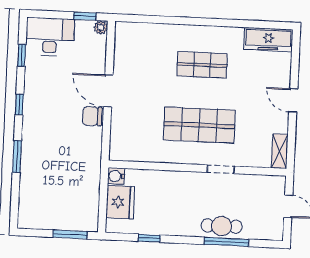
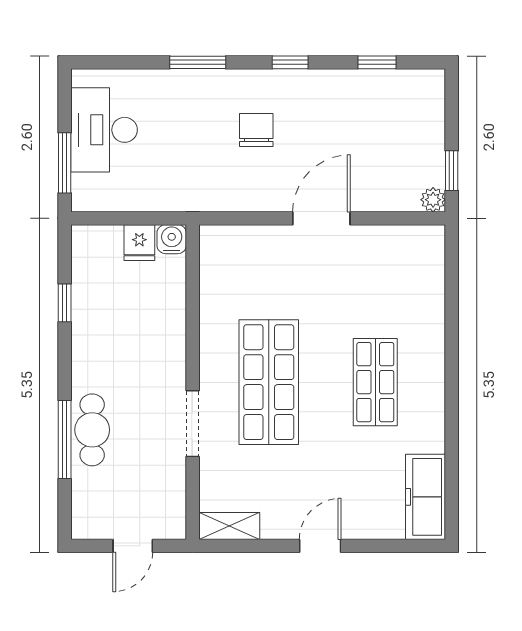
desk: (50, 37) -> (104, 130), moved, turned 180
chair: (92, 116) -> (256, 130), moved
doorway: (221, 169) -> (193, 424), width x1.38
fridge: (120, 202) -> (139, 243), width x0.53, depth x0.75

